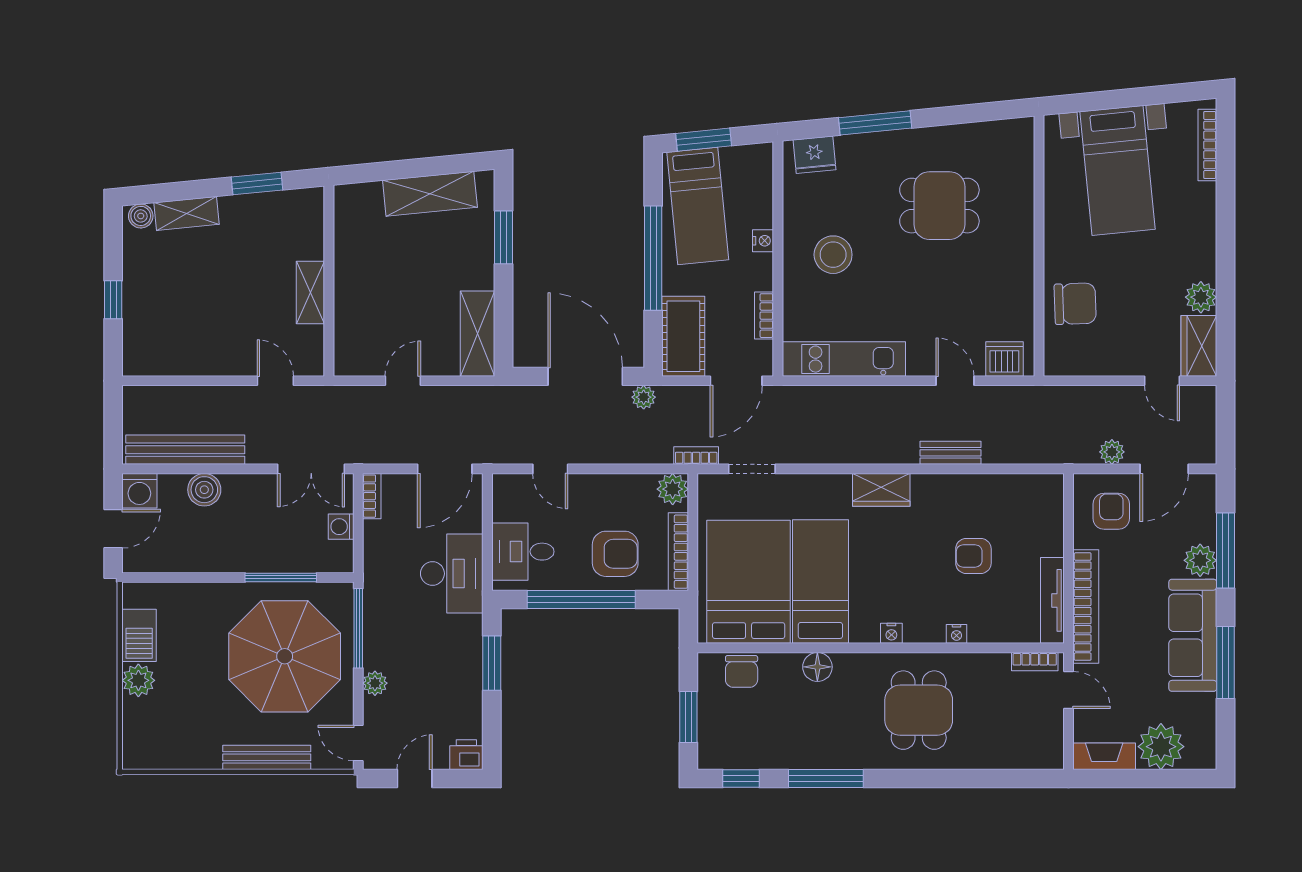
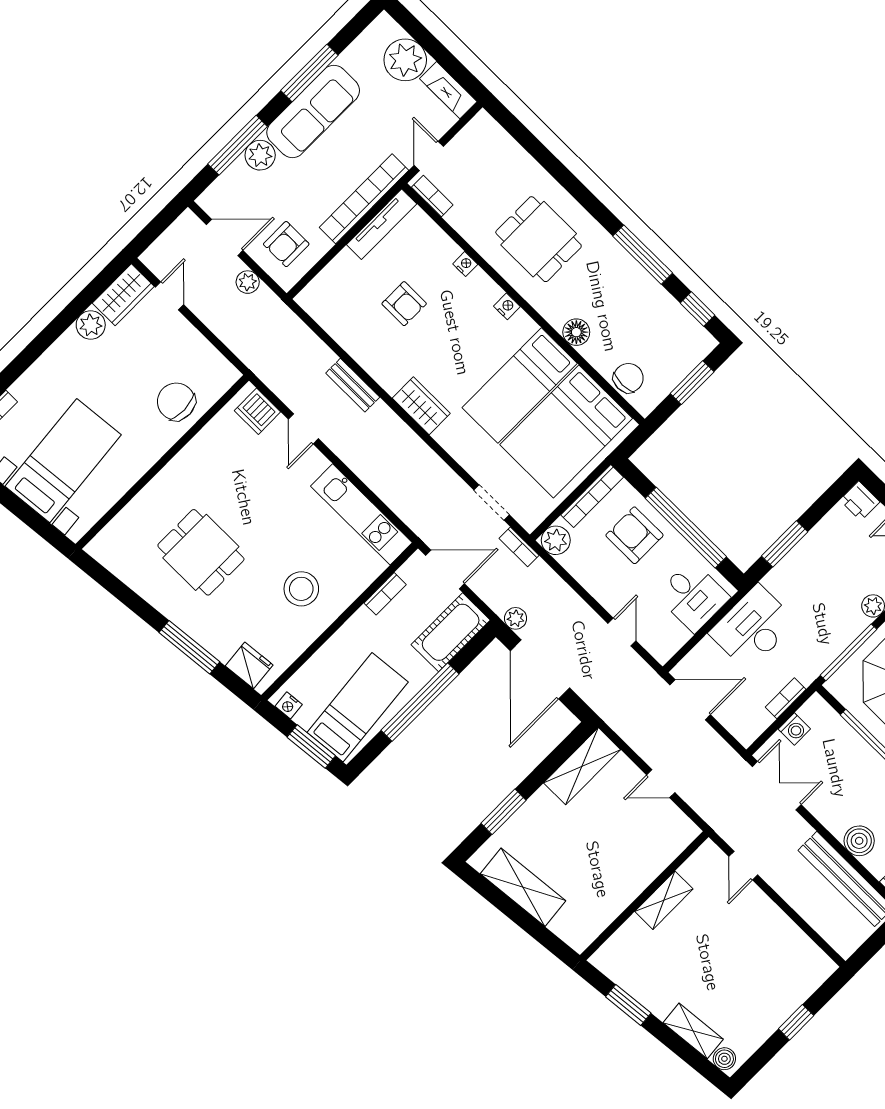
nightstand: (763, 241) -> (289, 705), moved, turned -96
bookcase: (372, 496) -> (786, 698), moved
dining table: (919, 710) -> (539, 239), turned 90

